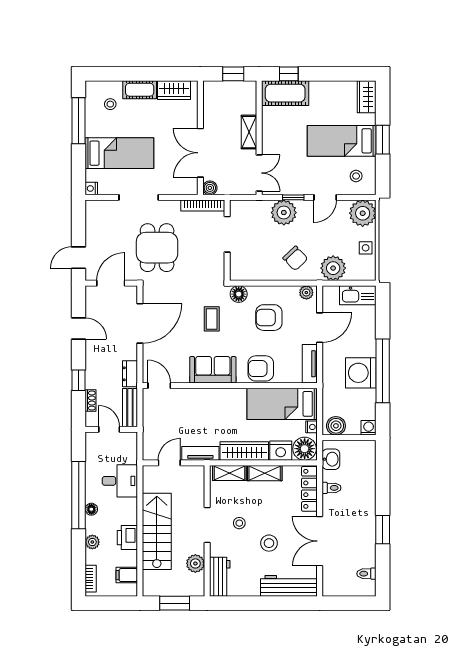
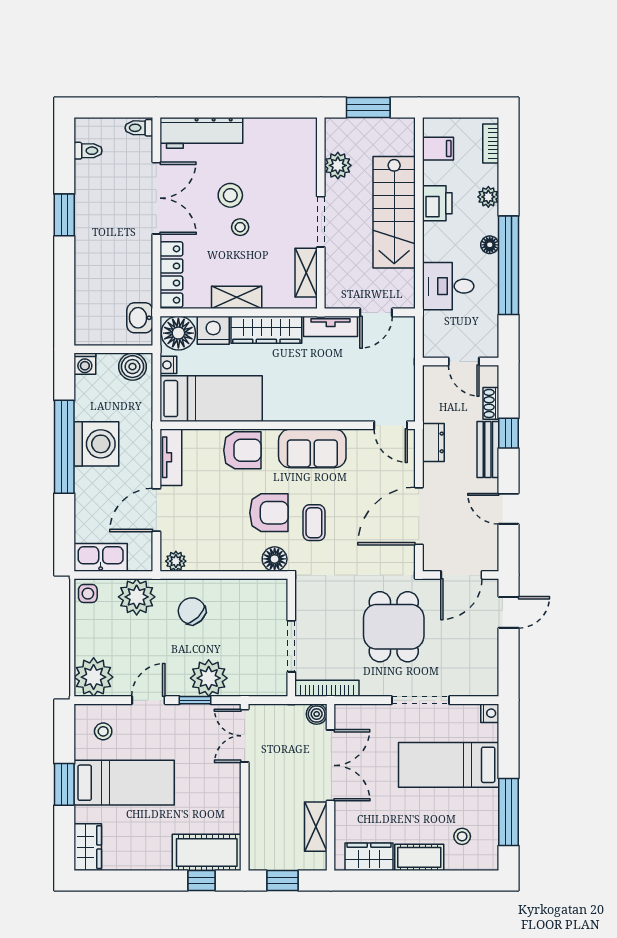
shelving: (249, 132) -> (316, 827), moved
side table: (366, 248) -> (88, 594), moved
armchair: (269, 318) -> (269, 513), moved
bench: (130, 408) -> (488, 450), moved
shelving: (229, 473) -> (306, 273), moved, turned 90
toilet: (332, 488) -> (139, 128), moved
stool: (239, 523) -> (240, 227), moved
workbench: (220, 577) -> (302, 146), removed

